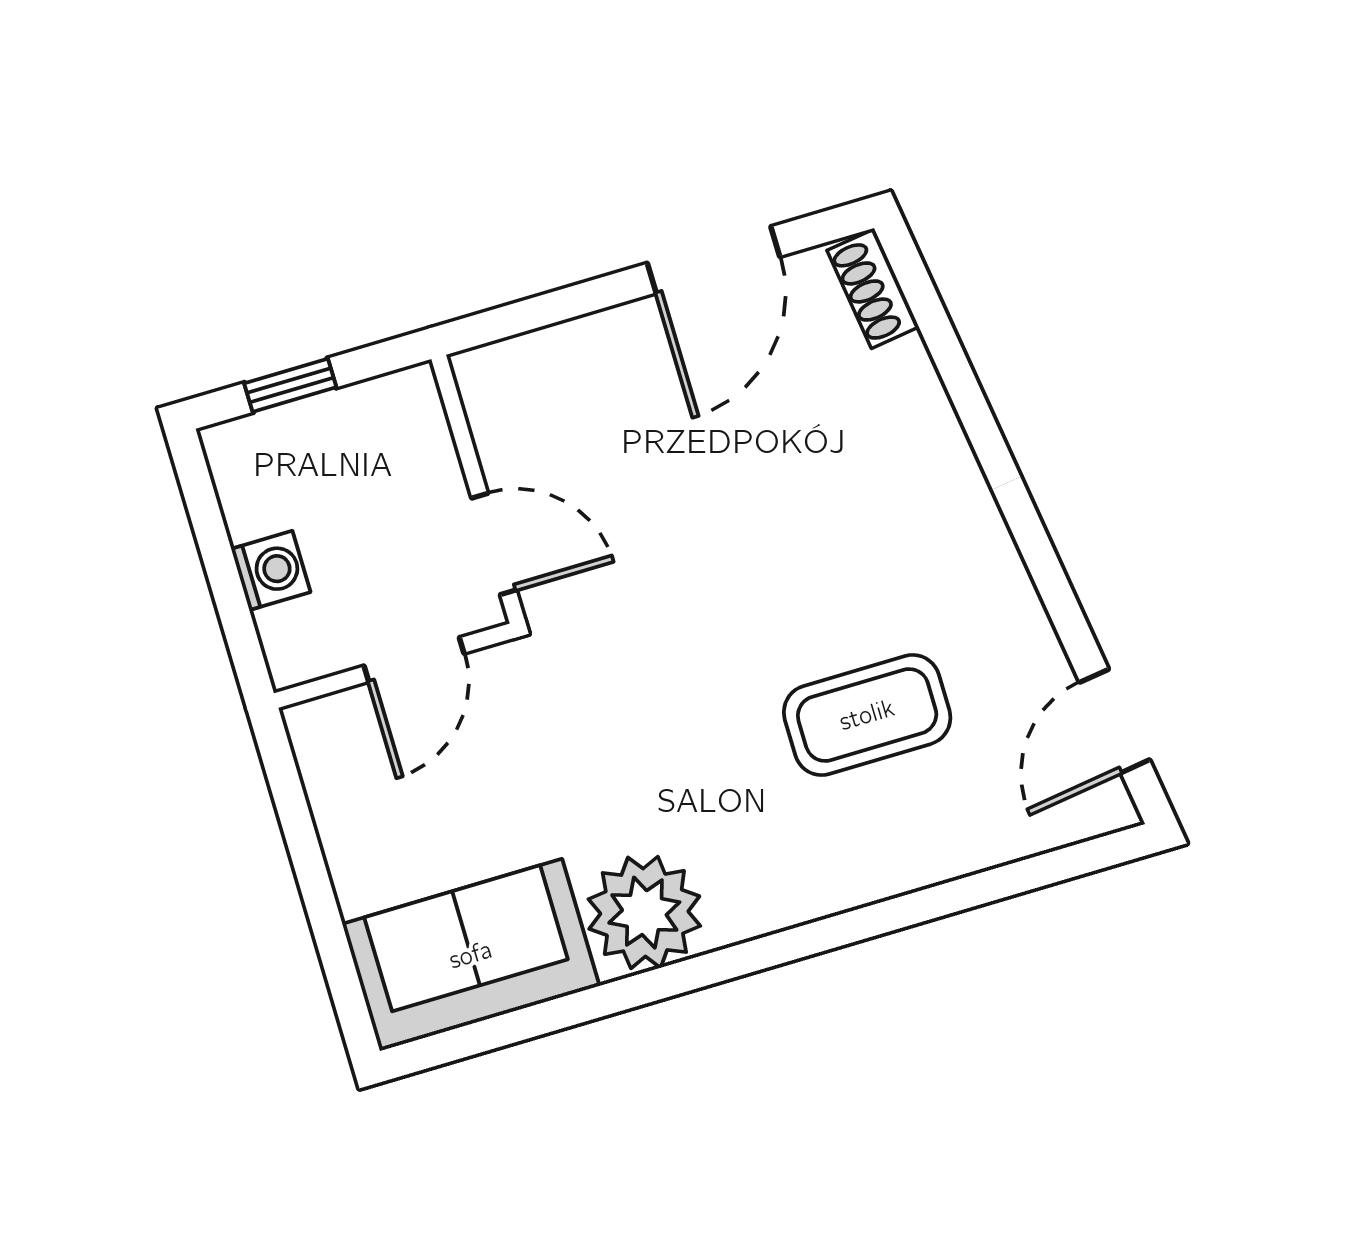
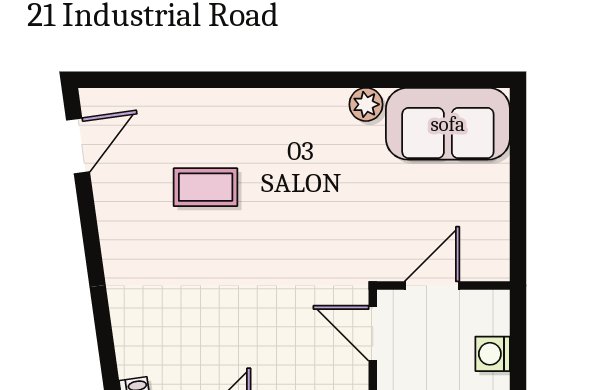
coffee table: (867, 715) -> (206, 187), width x0.73, depth x0.77
plant: (644, 913) -> (366, 104), width x0.53, depth x0.53

